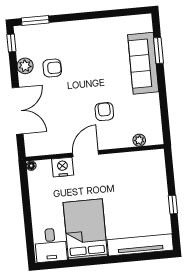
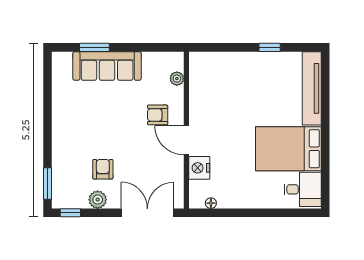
plant: (139, 140) -> (177, 79), moved
wall: (95, 153) -> (186, 130), moved
door: (86, 154) -> (186, 140), moved
nightstand: (63, 167) -> (199, 168), moved

